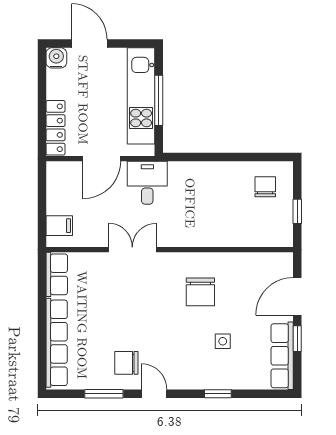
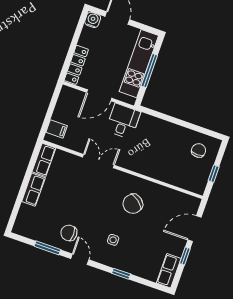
chair: (200, 292) -> (133, 204), turned 37
side table: (223, 341) -> (113, 240), moved
row of seats: (57, 343) -> (33, 190), width x0.50
row of seats: (282, 356) -> (169, 271), width x0.68

